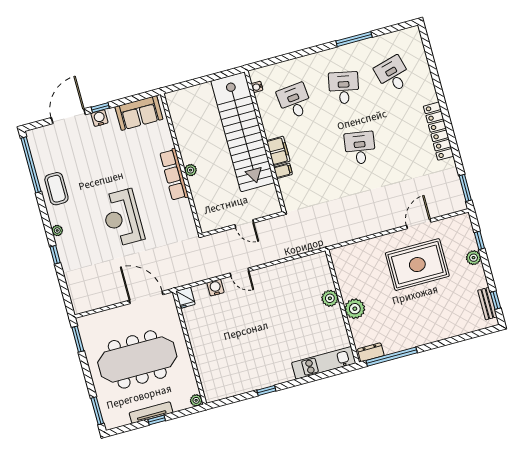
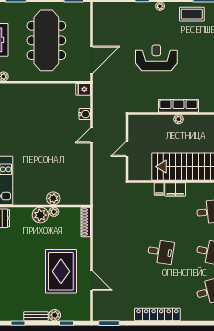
shoe rack: (348, 250) -> (86, 222), added
plant: (346, 293) -> (54, 212), added
bench: (487, 304) -> (36, 316), moved

